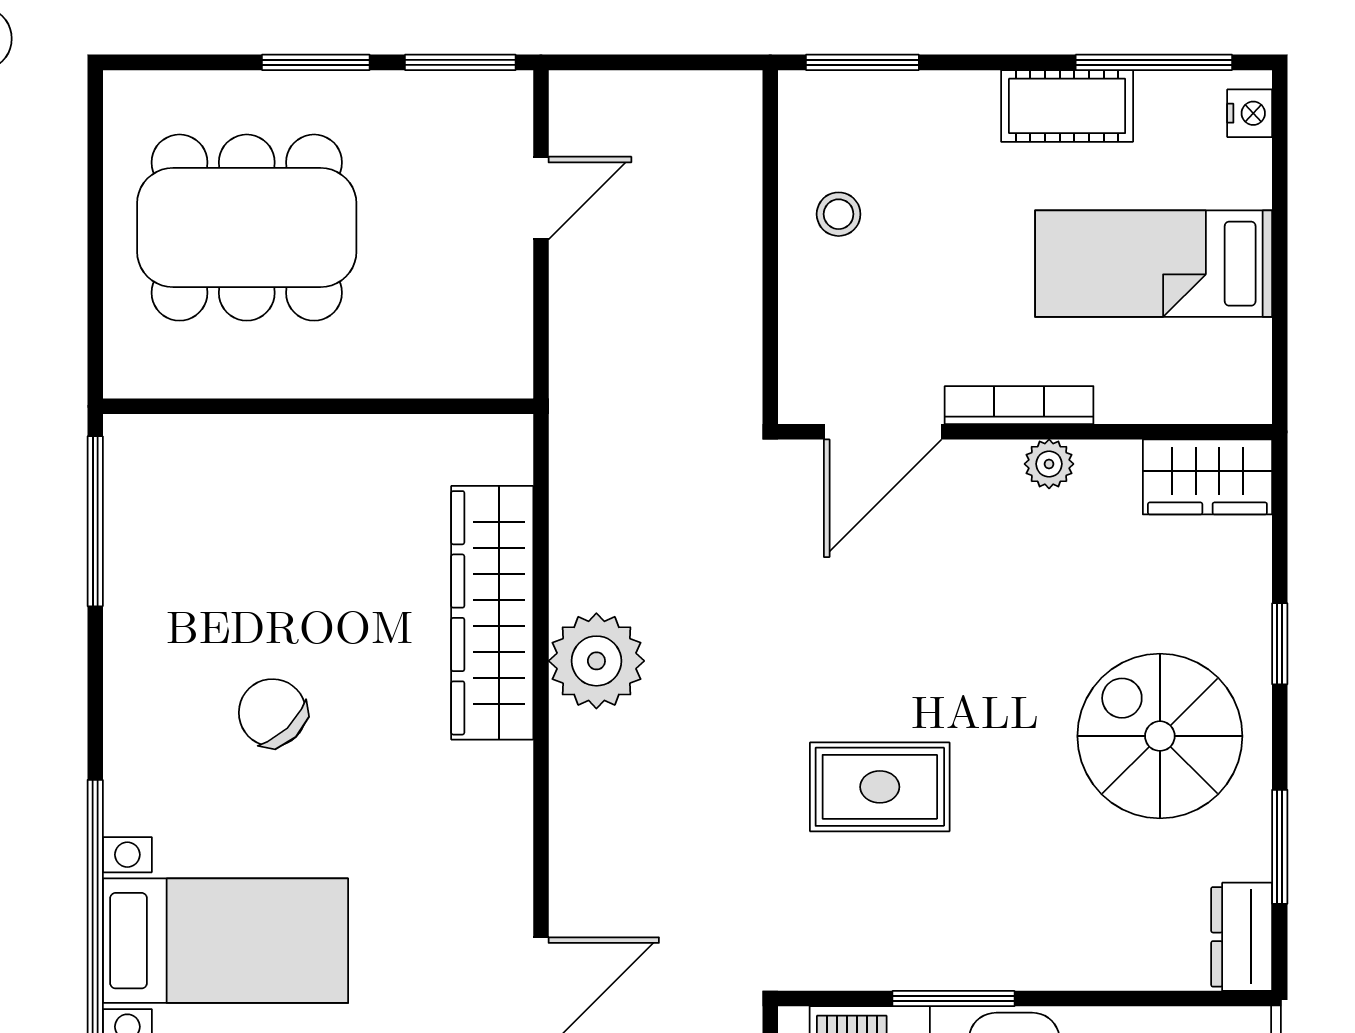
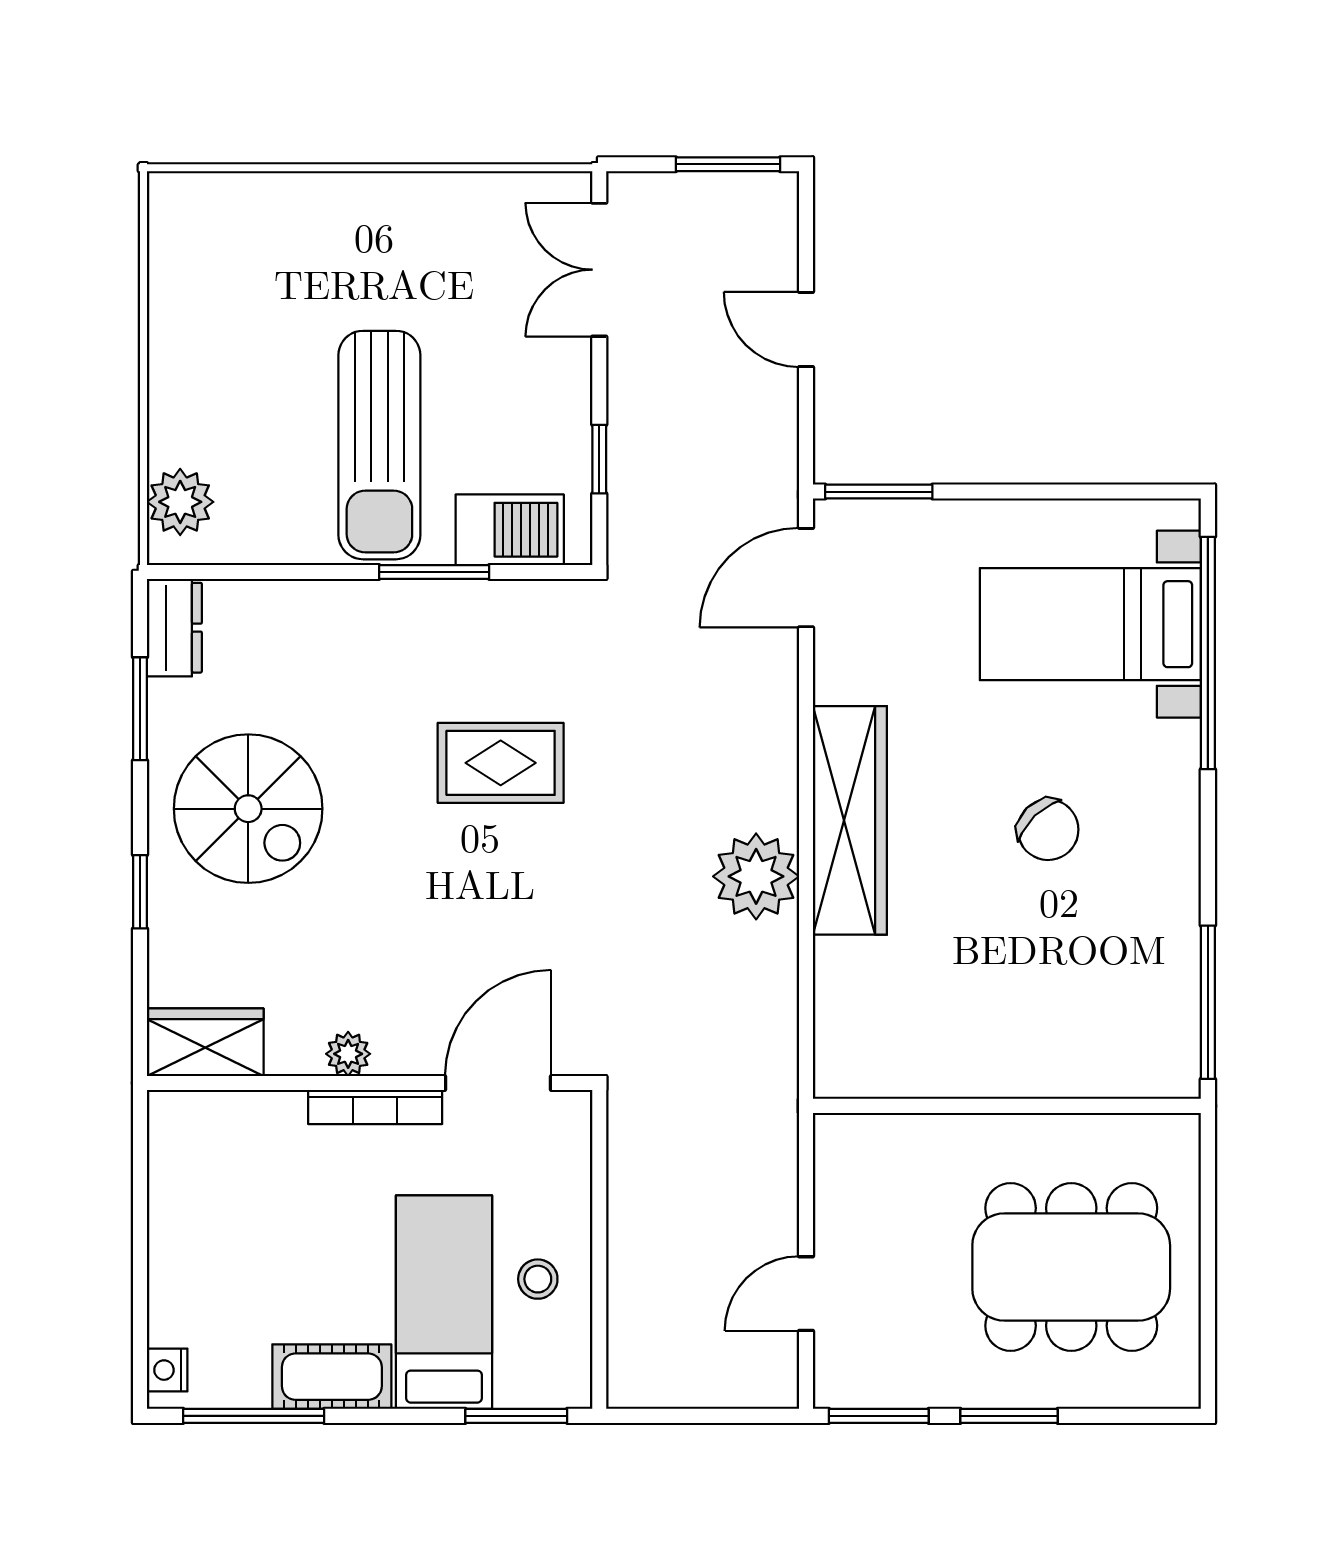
bed: (1154, 264) -> (444, 1302), moved, turned -90
wardrobe: (492, 613) -> (850, 820), moved

